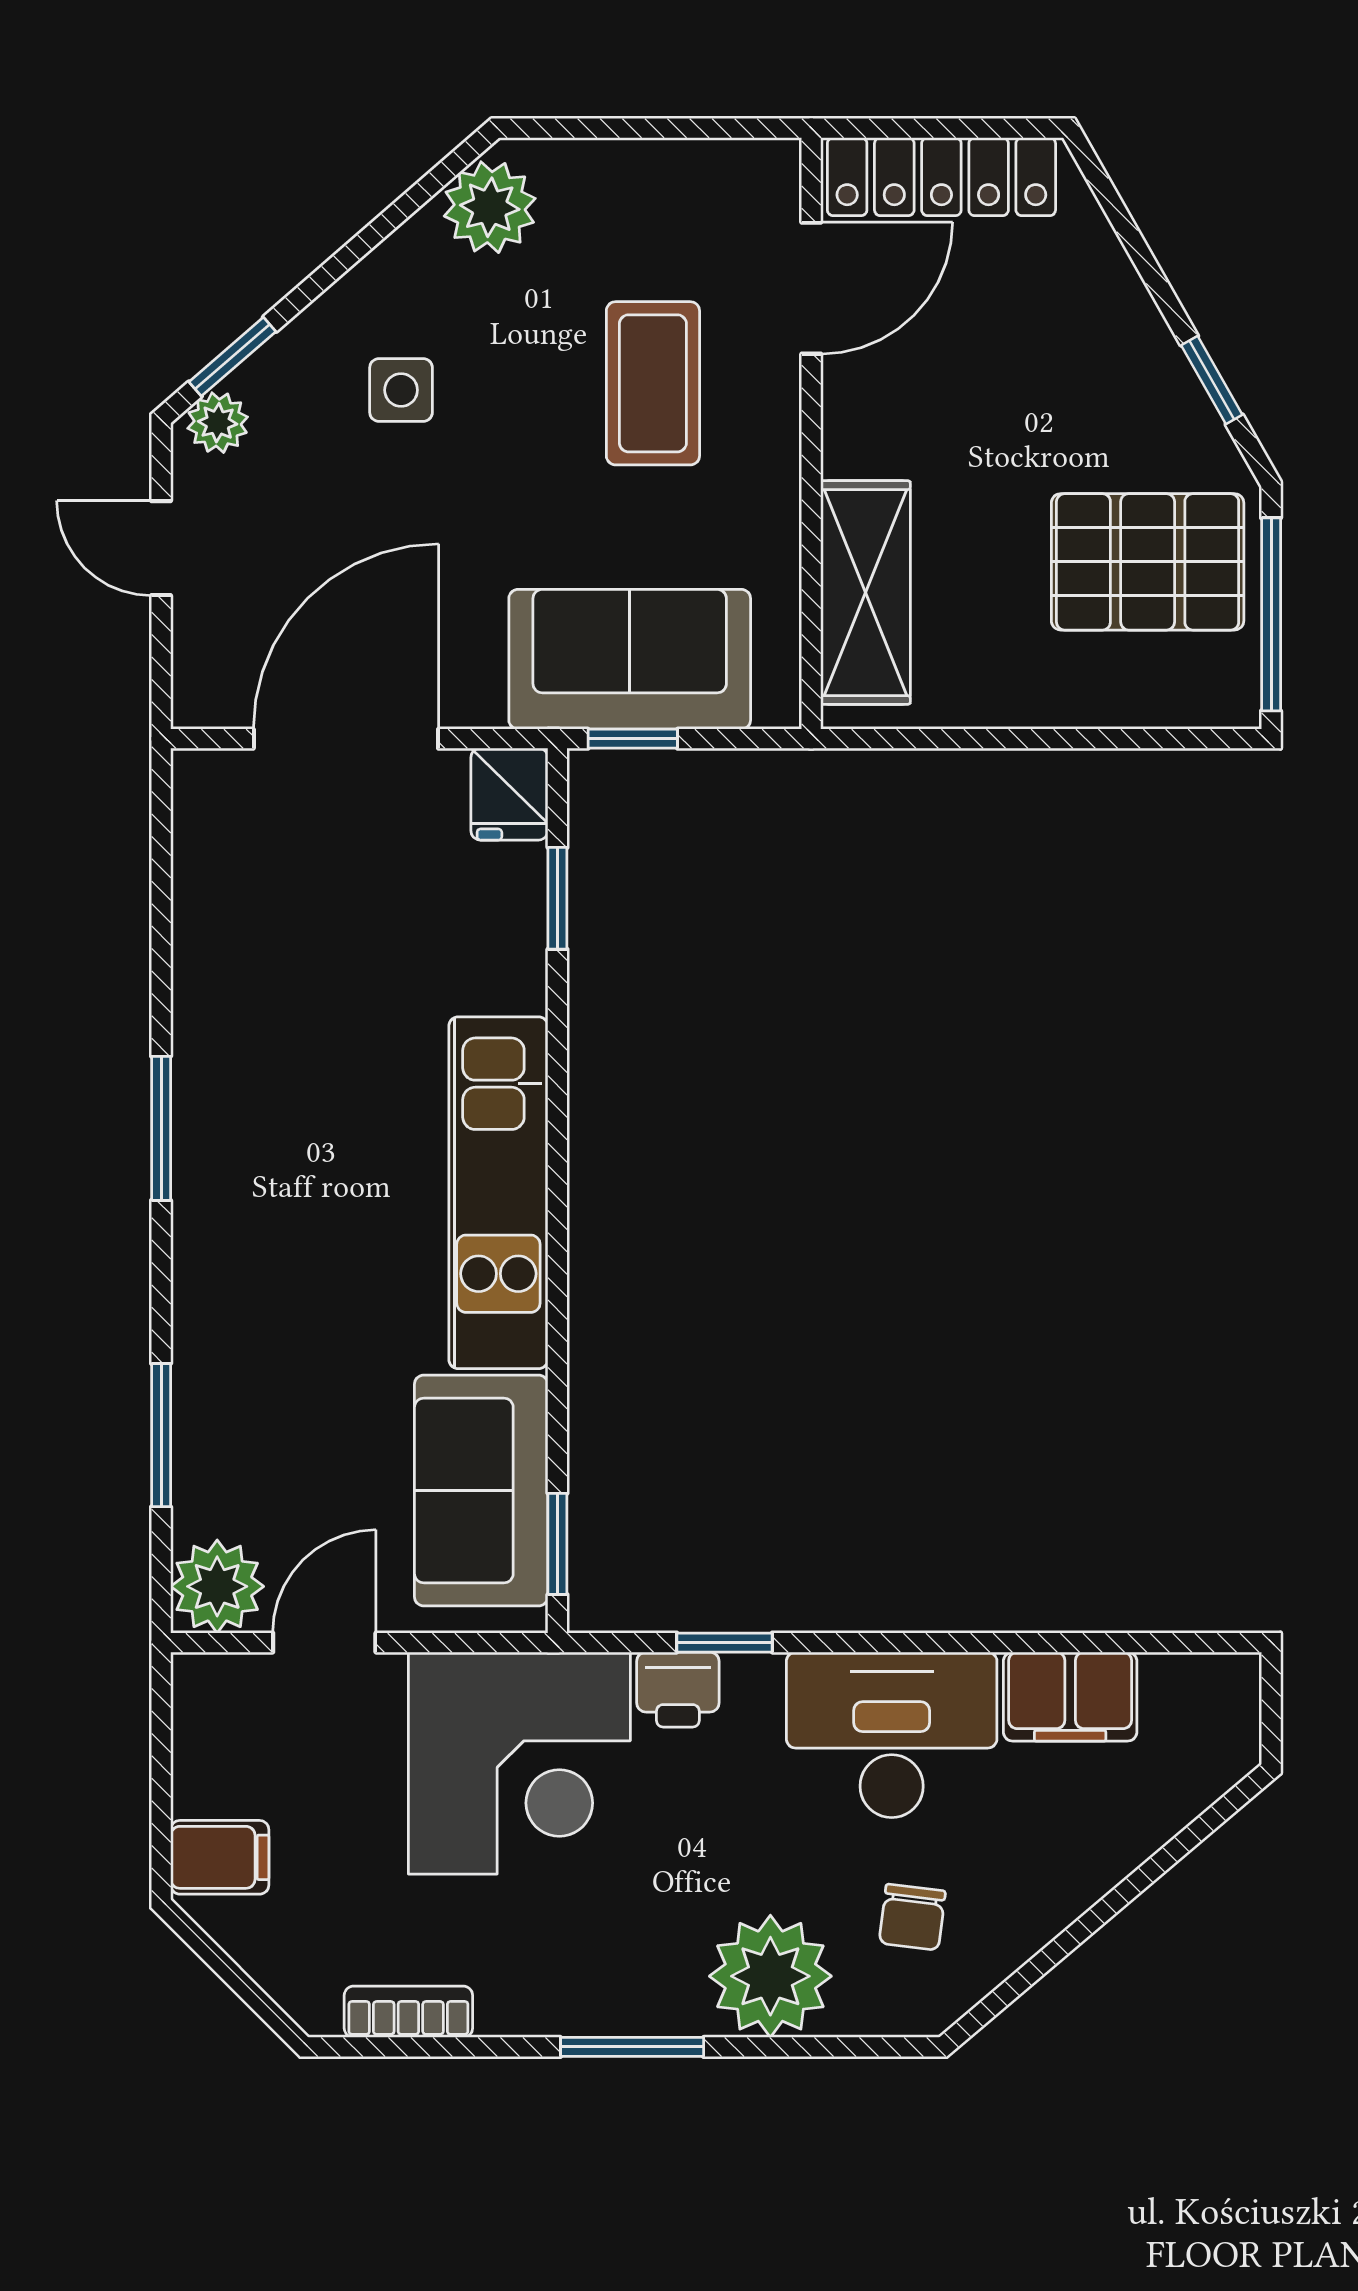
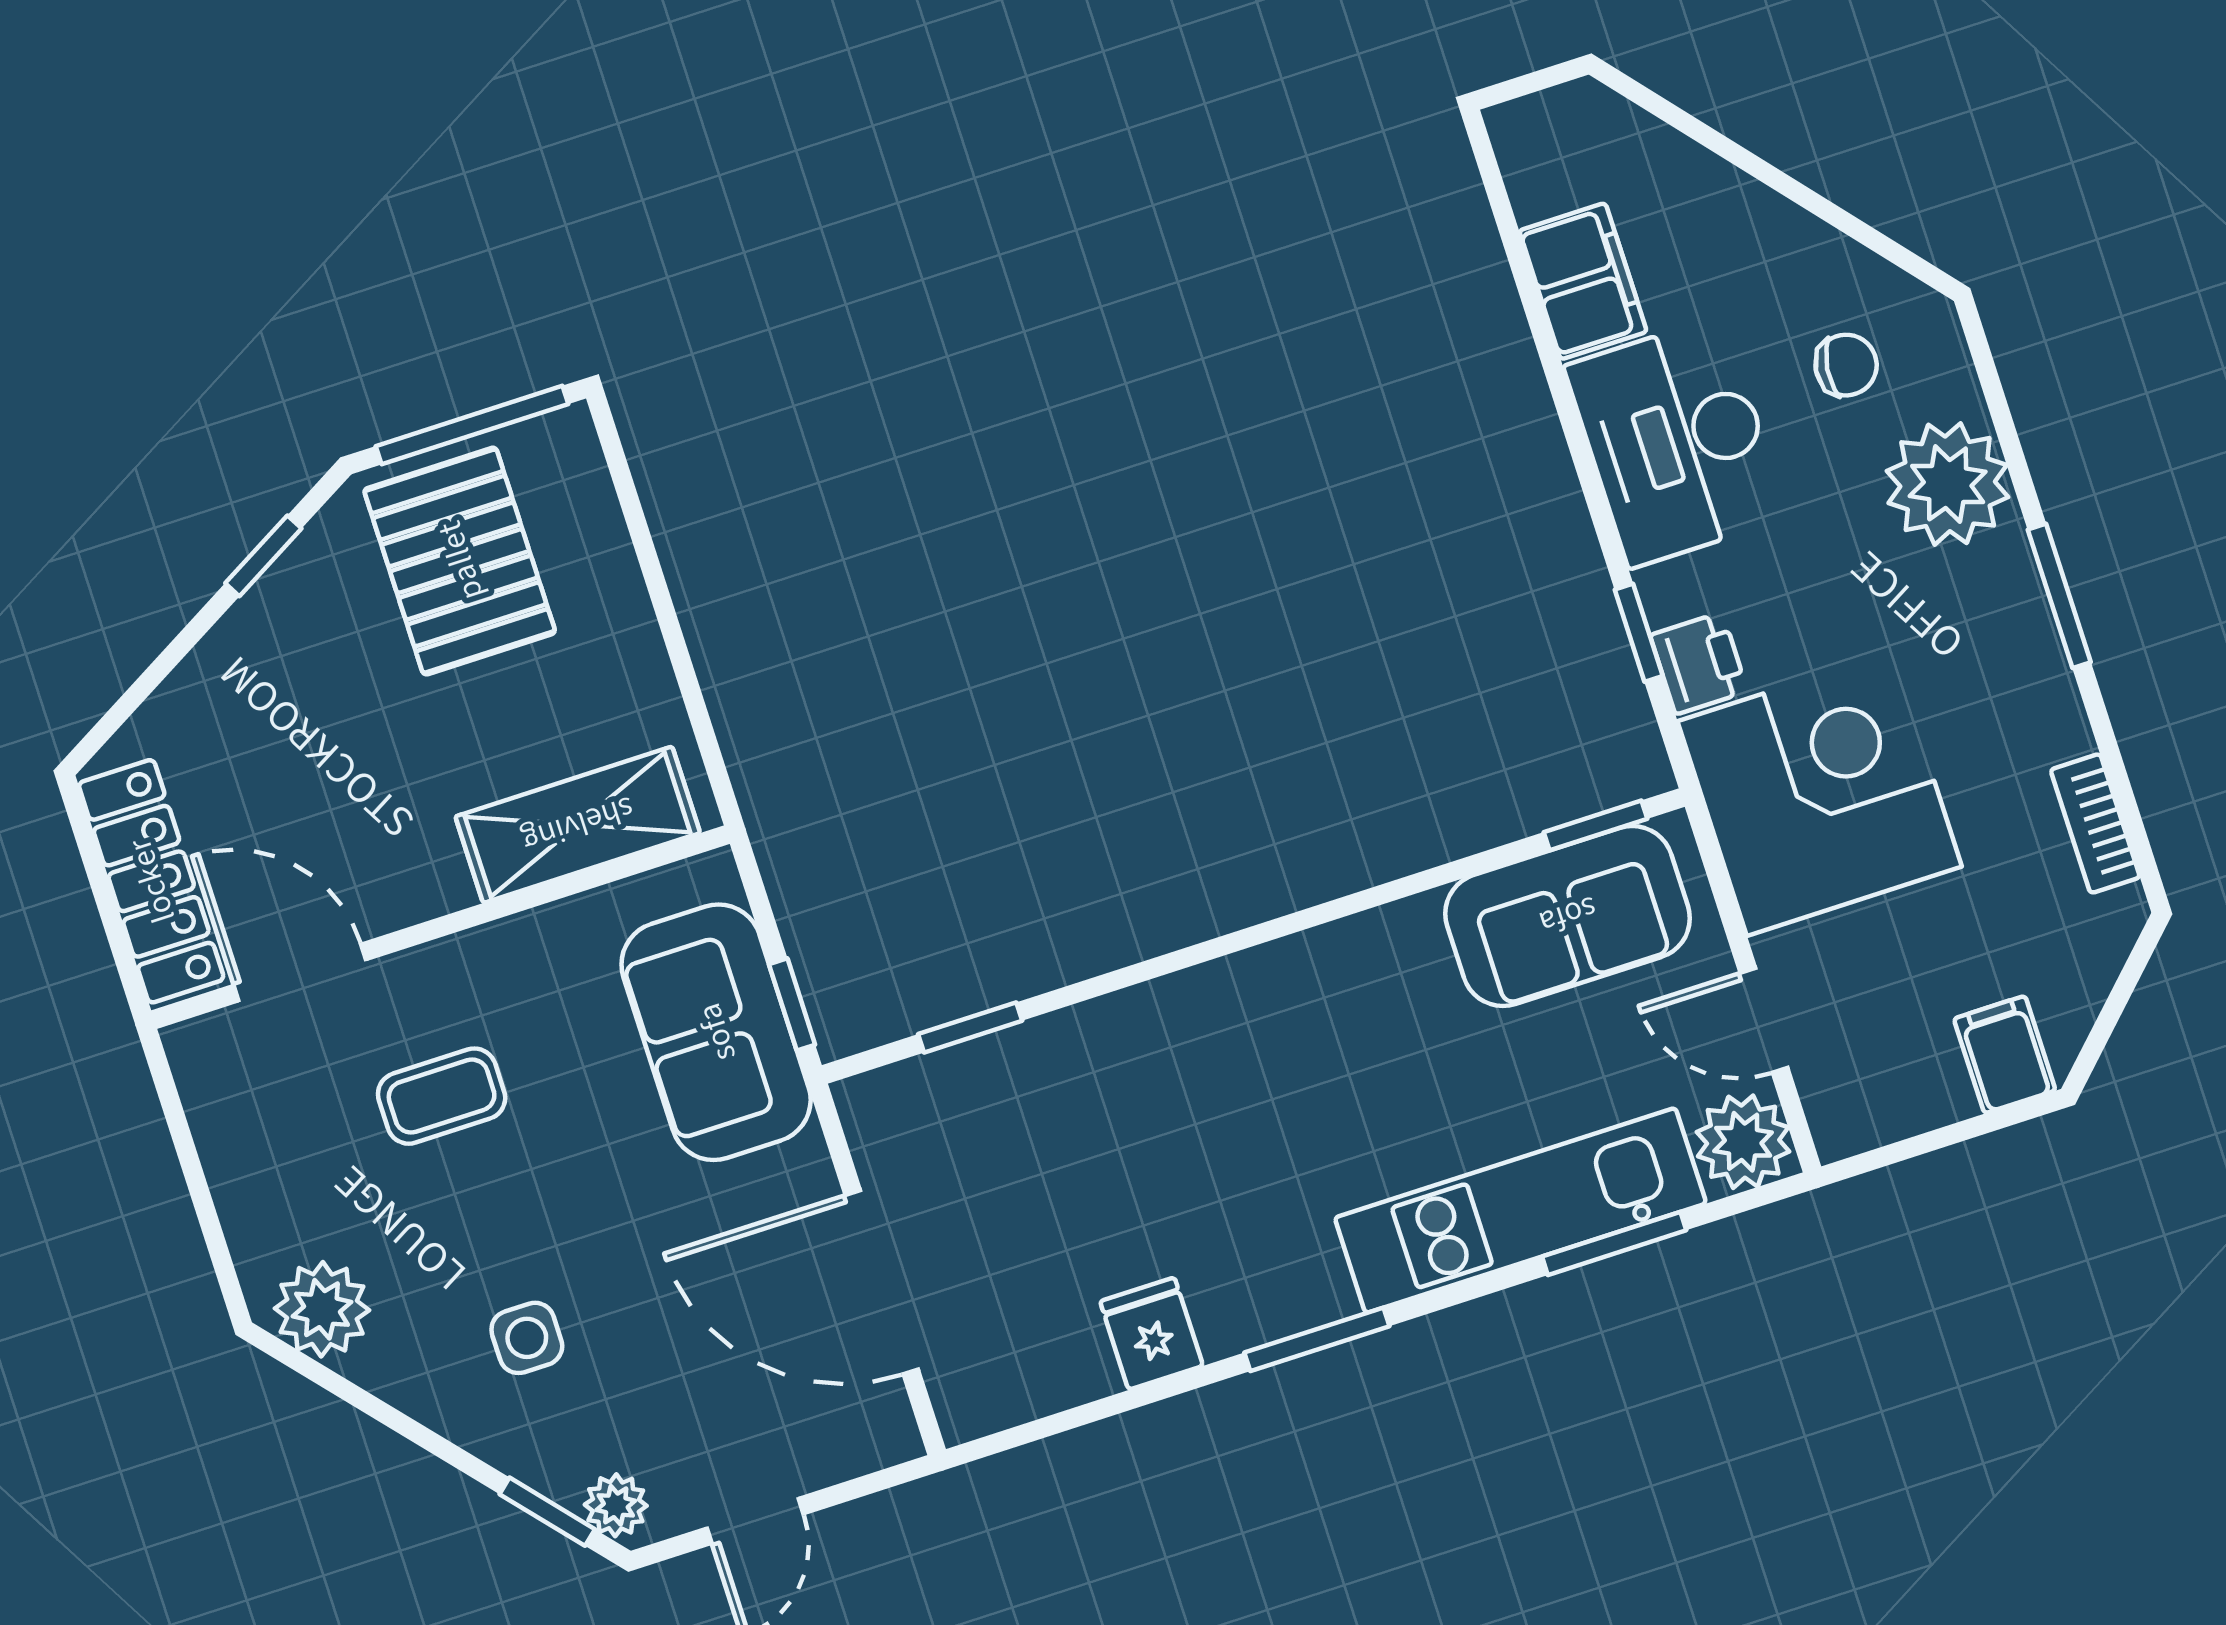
coffee table: (653, 383) -> (442, 1096), width x0.73, depth x0.77
fridge: (509, 794) -> (1152, 1334), moved, turned -90
kitchen unit: (498, 1193) -> (1520, 1210), moved, turned 180

